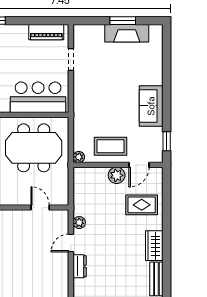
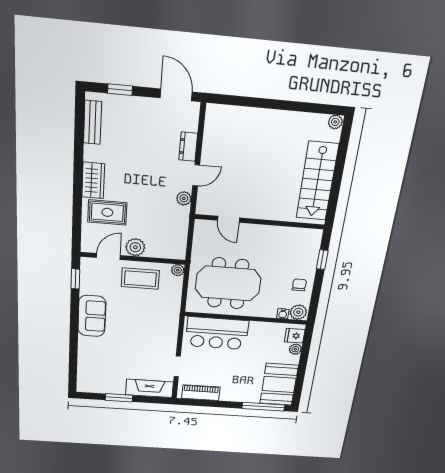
fireplace: (127, 33) -> (149, 388), moved
wardrobe: (154, 246) -> (93, 180), moved

